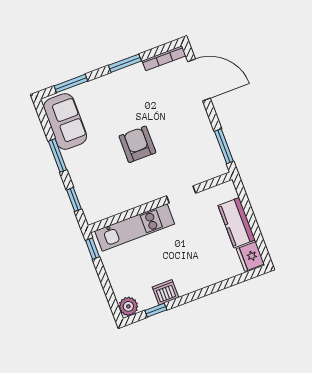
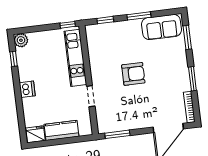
dishwasher: (166, 292) -> (27, 89), moved

